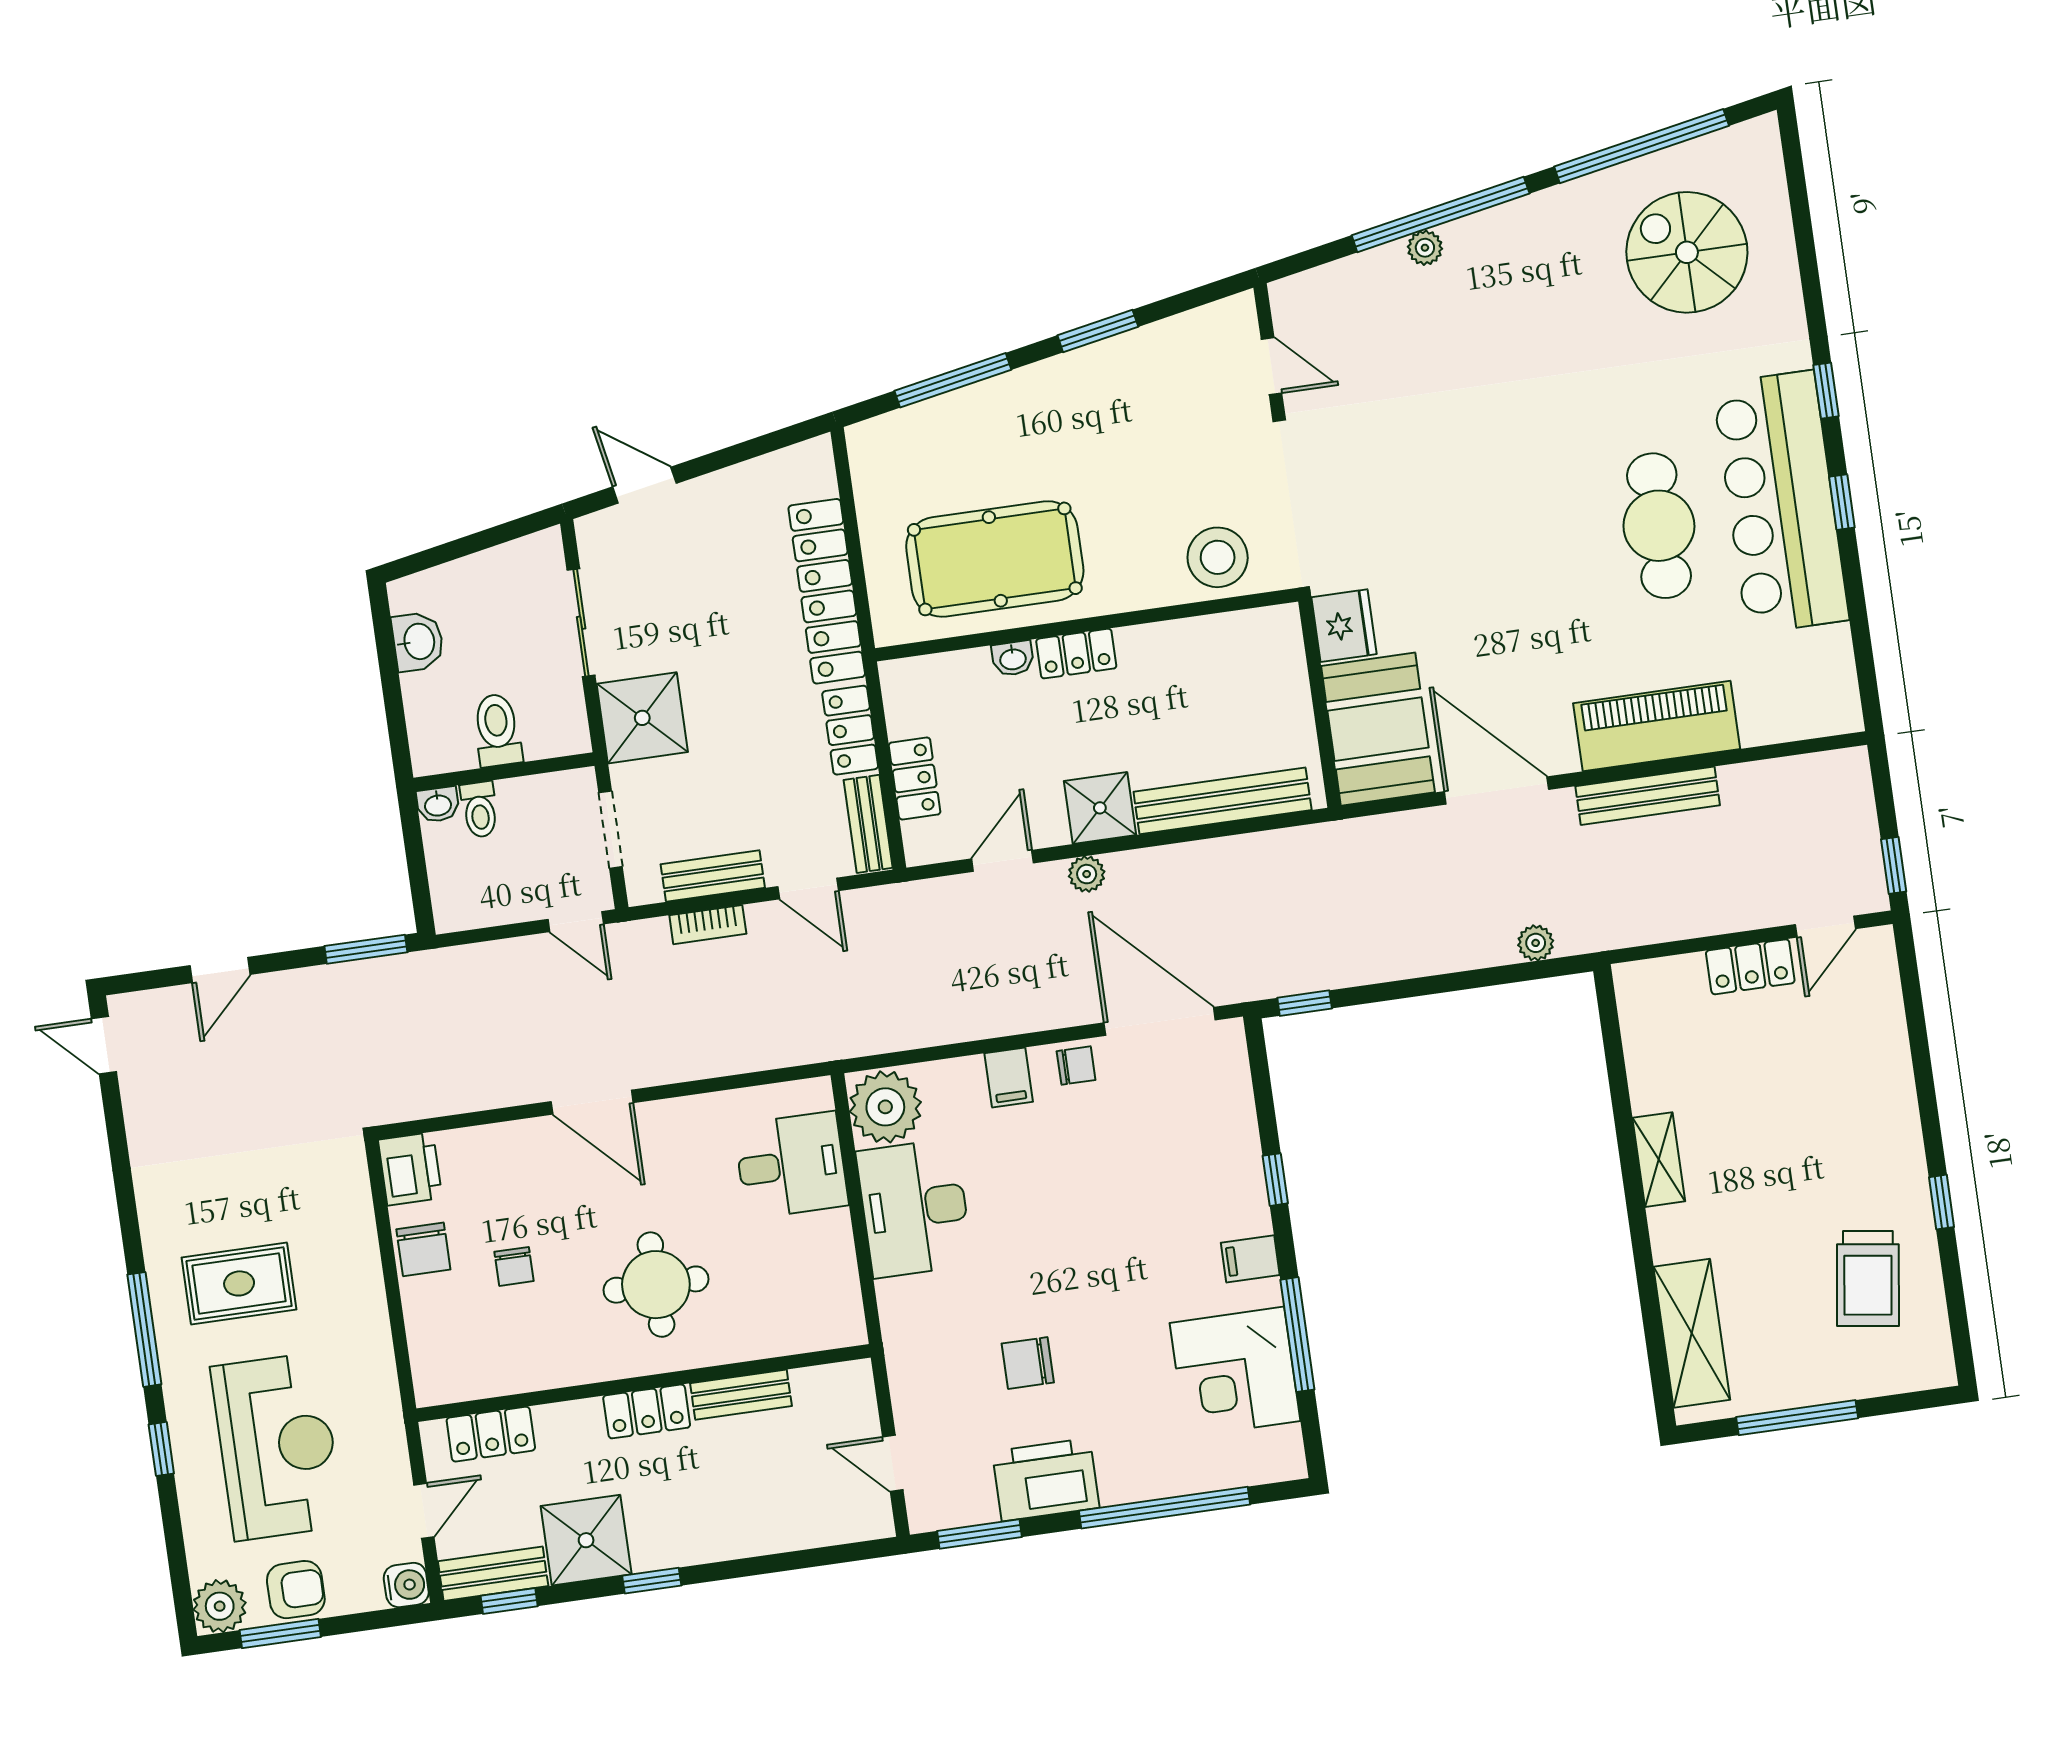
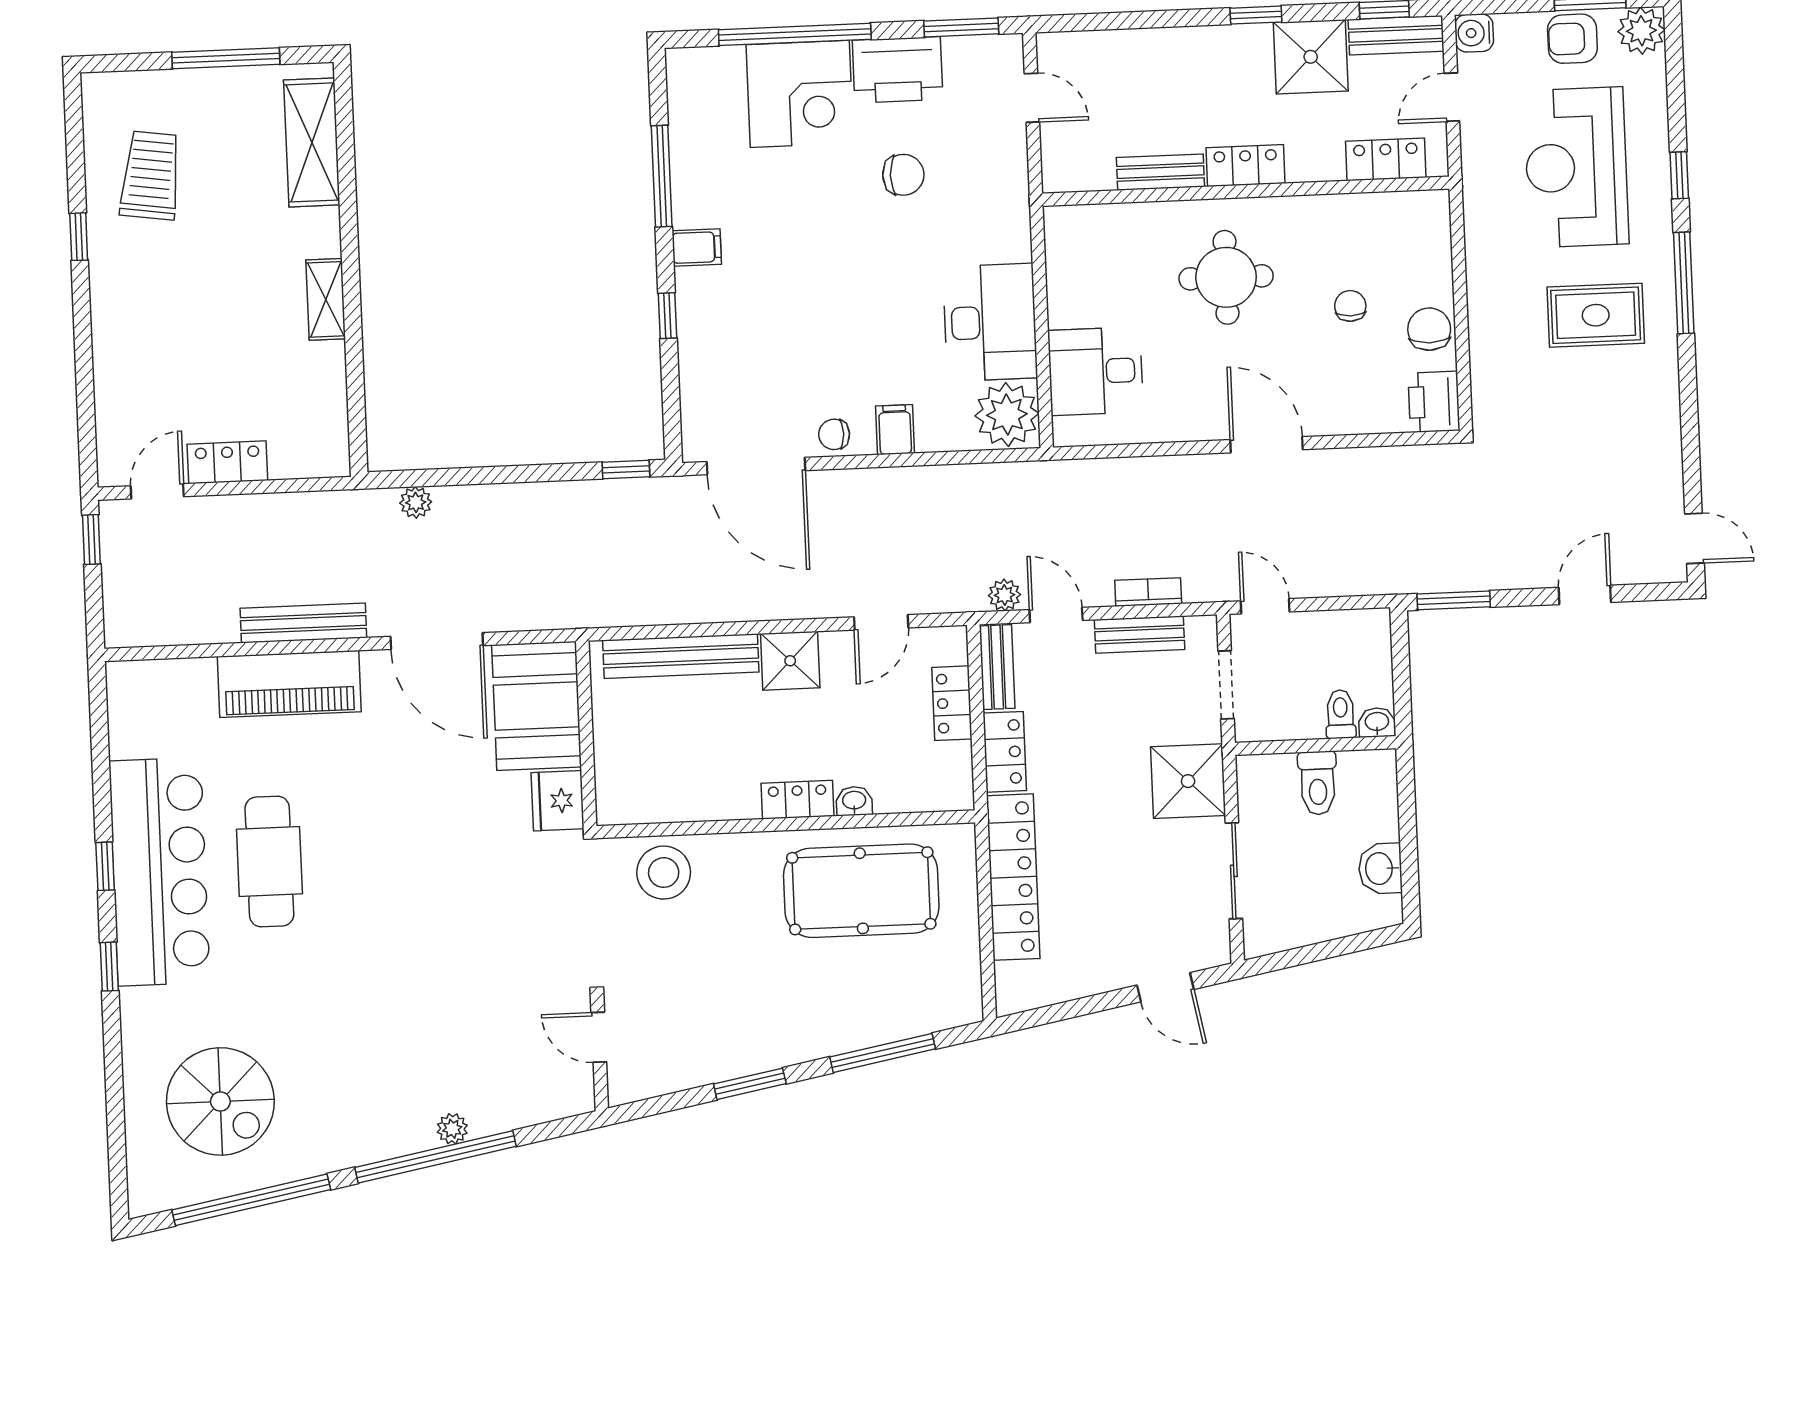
plant: (1087, 874) -> (1004, 595), moved
corner desk: (1235, 1372) -> (800, 94), moved, turned 90

